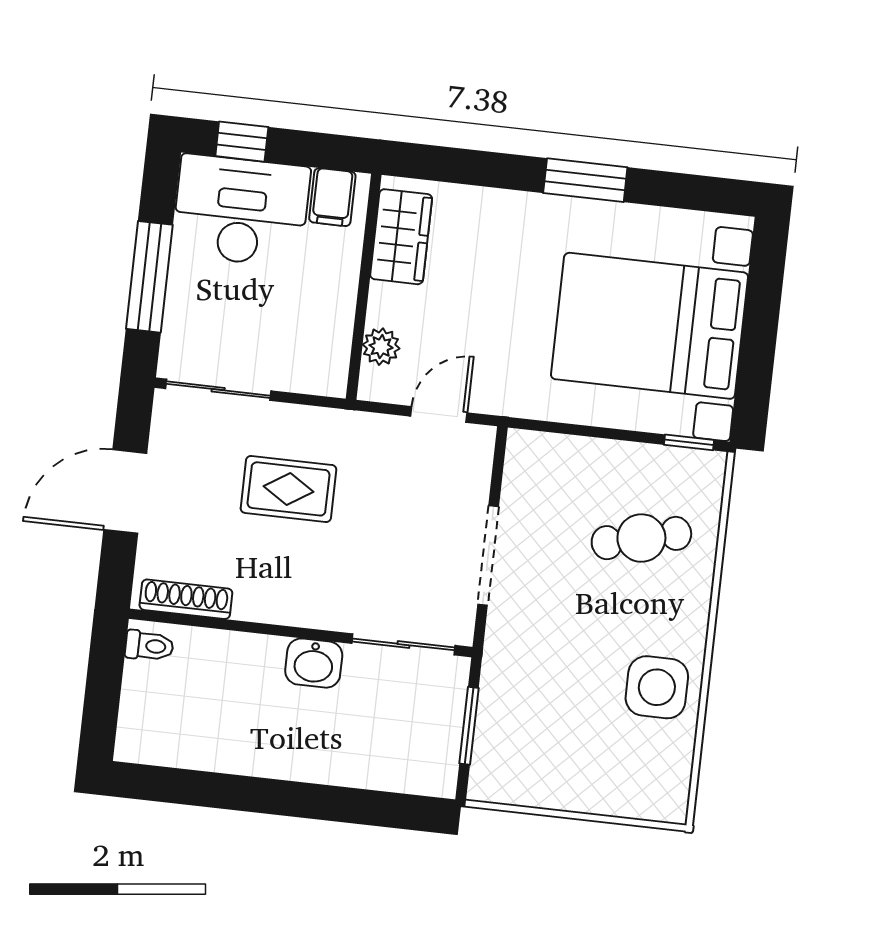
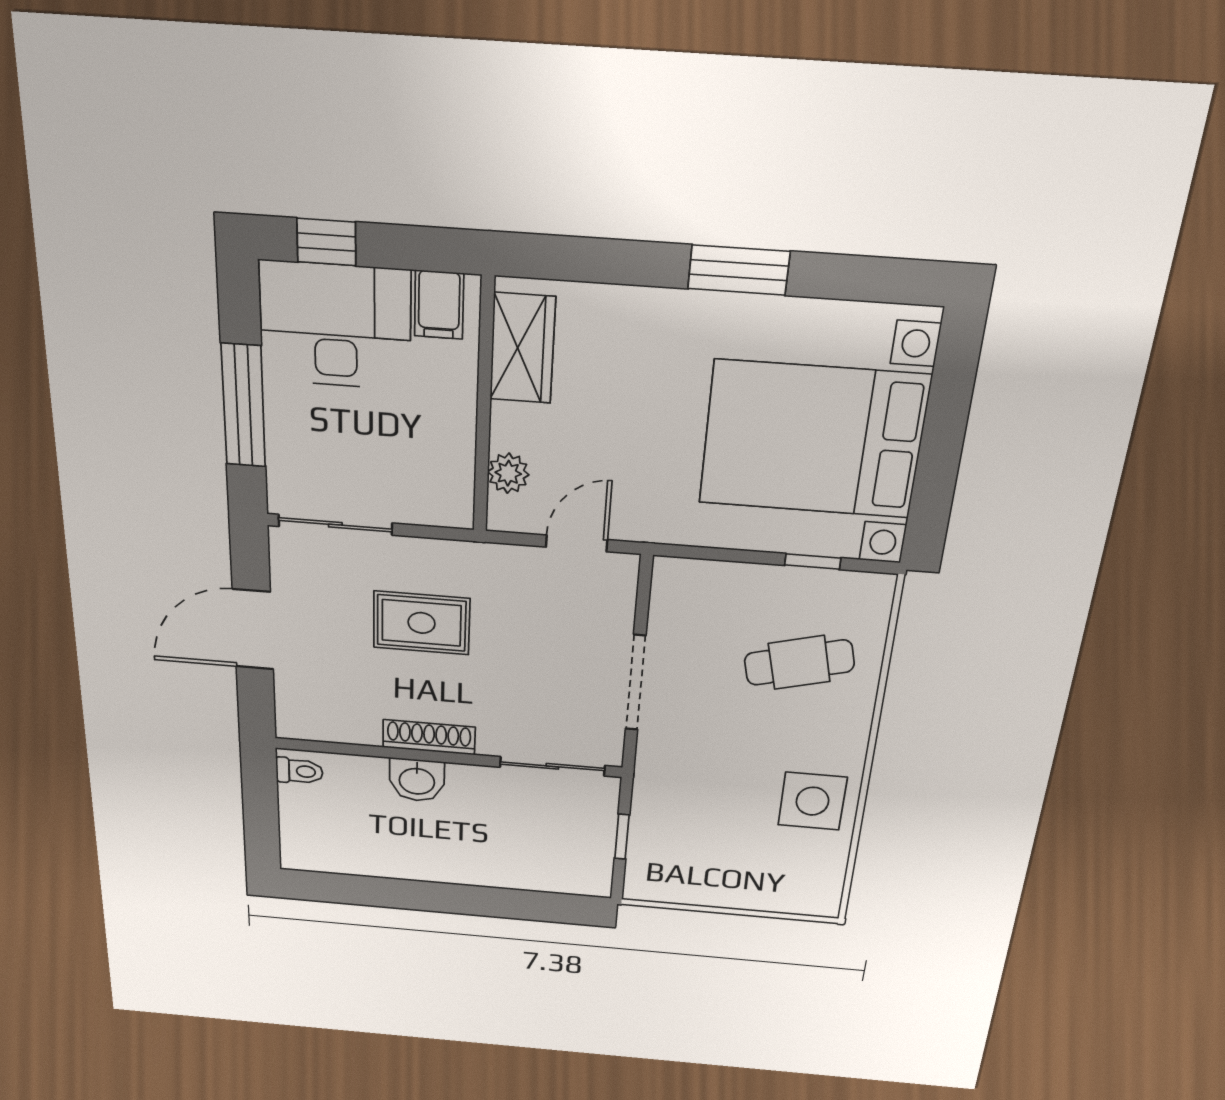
window: (689, 442) -> (813, 562), moved
shoe rack: (186, 599) -> (429, 737), moved
washbasin: (314, 663) -> (417, 780), moved
window: (469, 726) -> (622, 837), width x0.67

